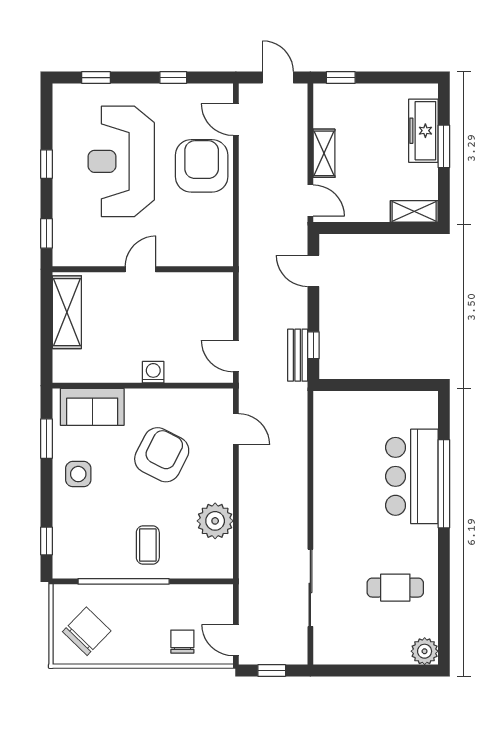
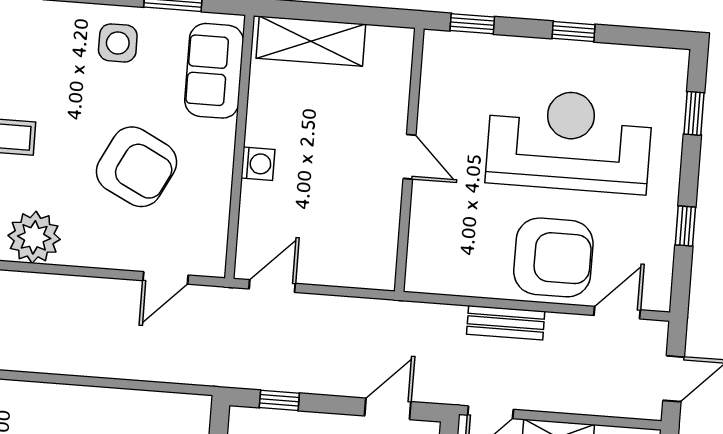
shelving: (67, 312) -> (311, 41), moved
bench: (298, 355) -> (506, 323), moved

